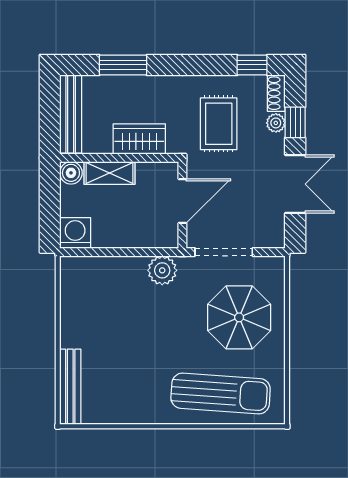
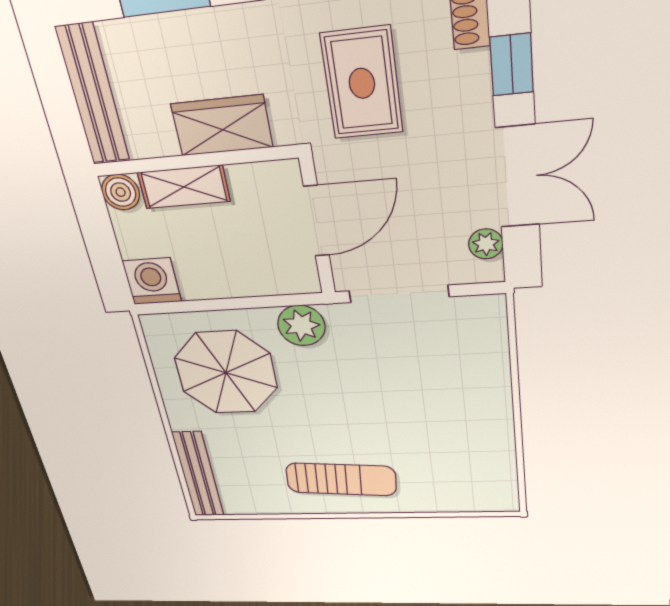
plant: (276, 123) -> (486, 244), moved
parasol: (239, 317) -> (226, 373), moved
sun lounger: (221, 394) -> (341, 479), moved, width x0.73, depth x0.75

